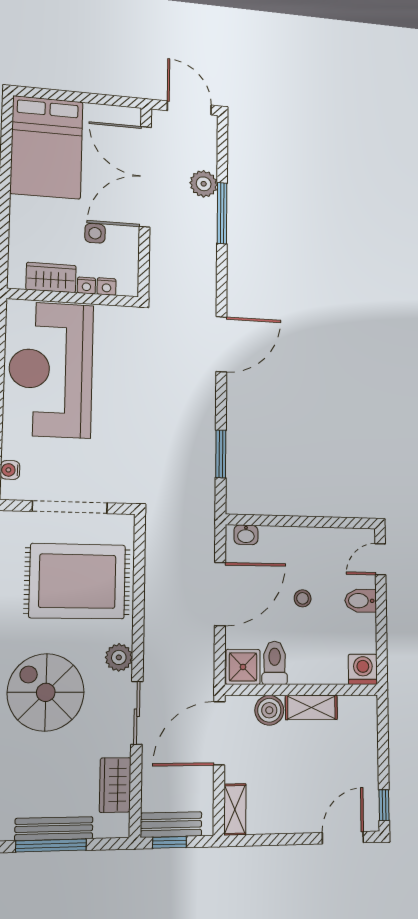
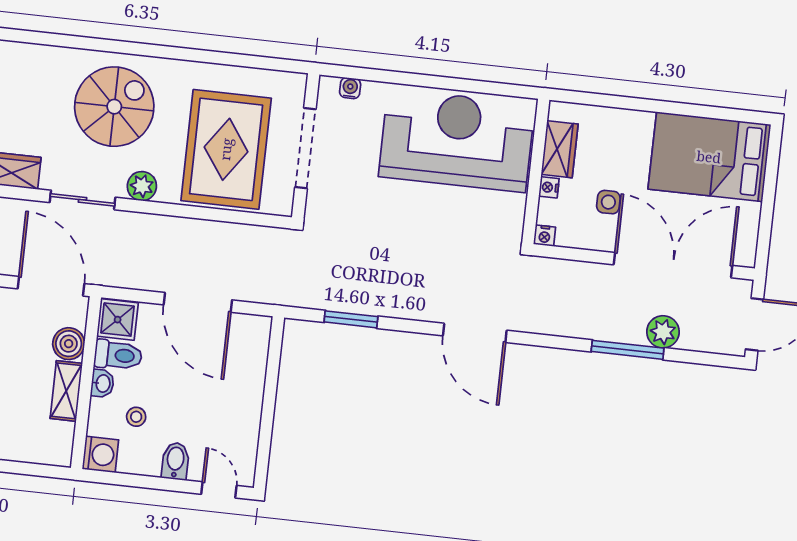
nightstand: (107, 286) -> (545, 236), moved, turned -90
washbasin: (246, 535) -> (102, 383), moved, turned 180
stool: (303, 598) -> (136, 417), moved

